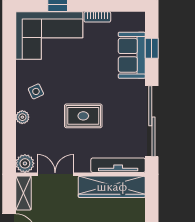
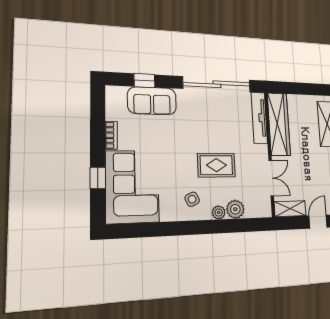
rug: (83, 116) -> (216, 165), moved, turned 90
plant: (25, 163) -> (235, 209), moved
double door: (55, 174) -> (271, 178), swing flipped

